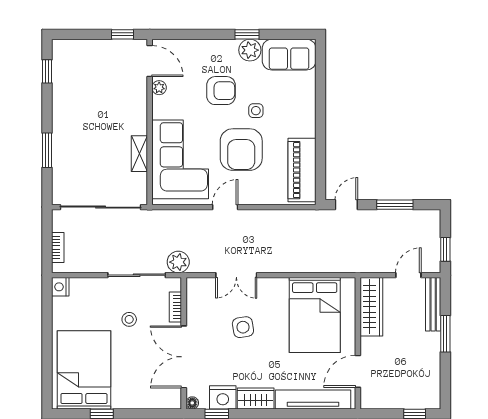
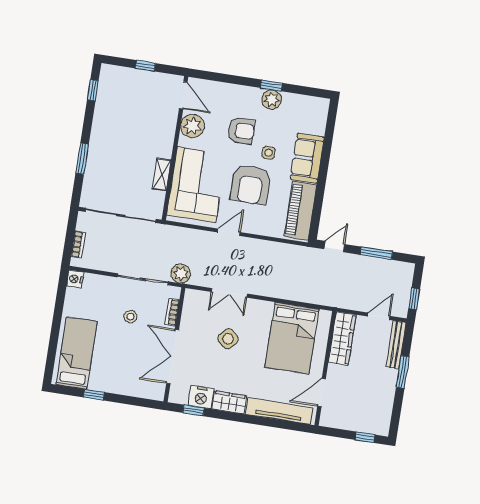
window: (122, 34) -> (145, 66), moved
sofa: (289, 55) -> (307, 158), moved, turned 90
plant: (159, 88) -> (192, 126), width x1.87, depth x1.87
side table: (243, 327) -> (228, 339), turned -38
bed: (84, 370) -> (77, 353), width x0.67
floor lamp: (192, 403) -> (174, 398), removed

